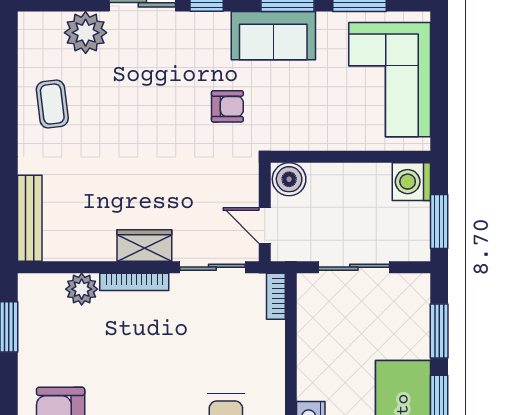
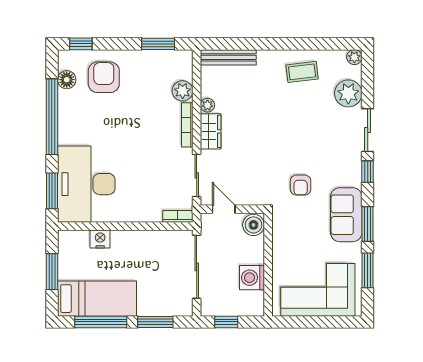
plant: (29, 23) -> (354, 57), added
washing machine: (411, 182) -> (252, 278), moved, turned -90
window: (439, 221) -> (226, 322), width x0.67
door: (265, 226) -> (224, 209), hinge flipped
plant: (104, 250) -> (207, 105), added
sliding door: (354, 267) -> (197, 267), width x1.37

